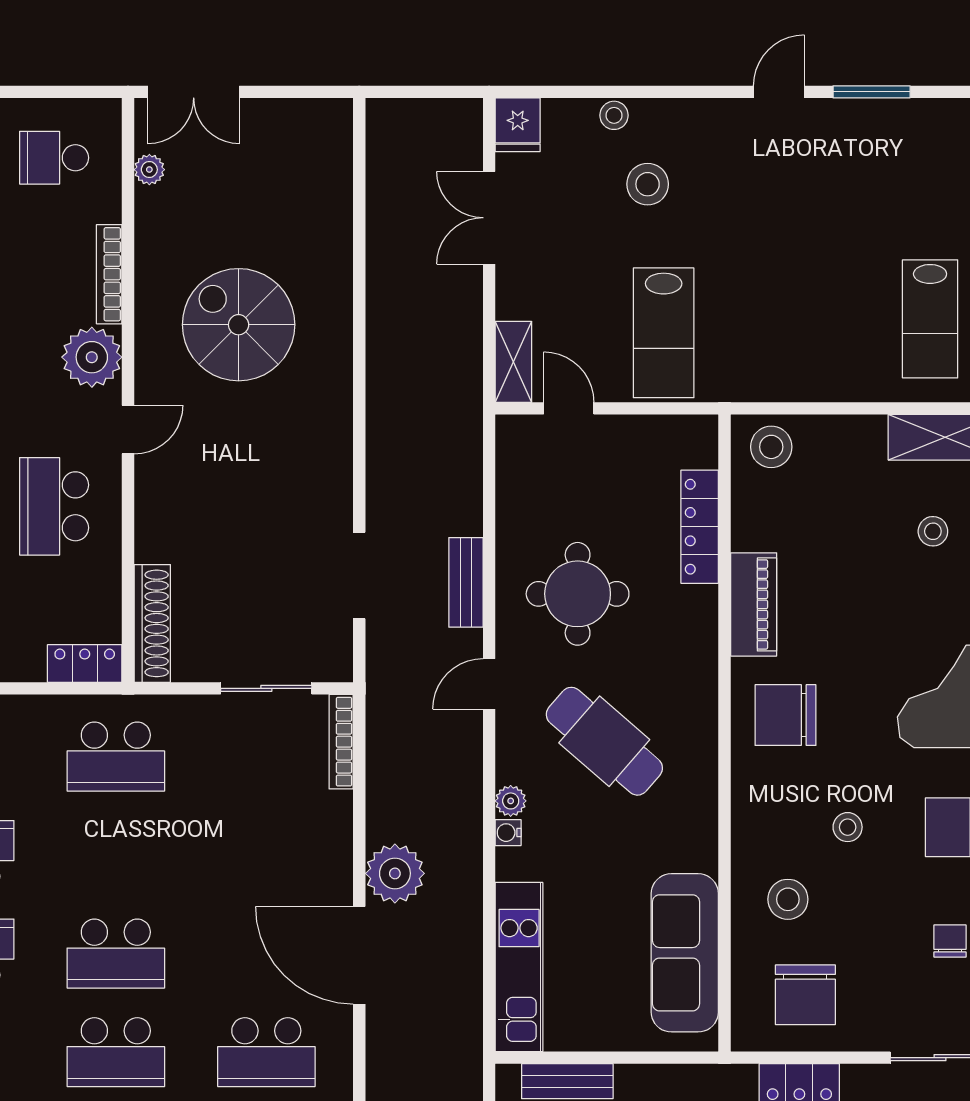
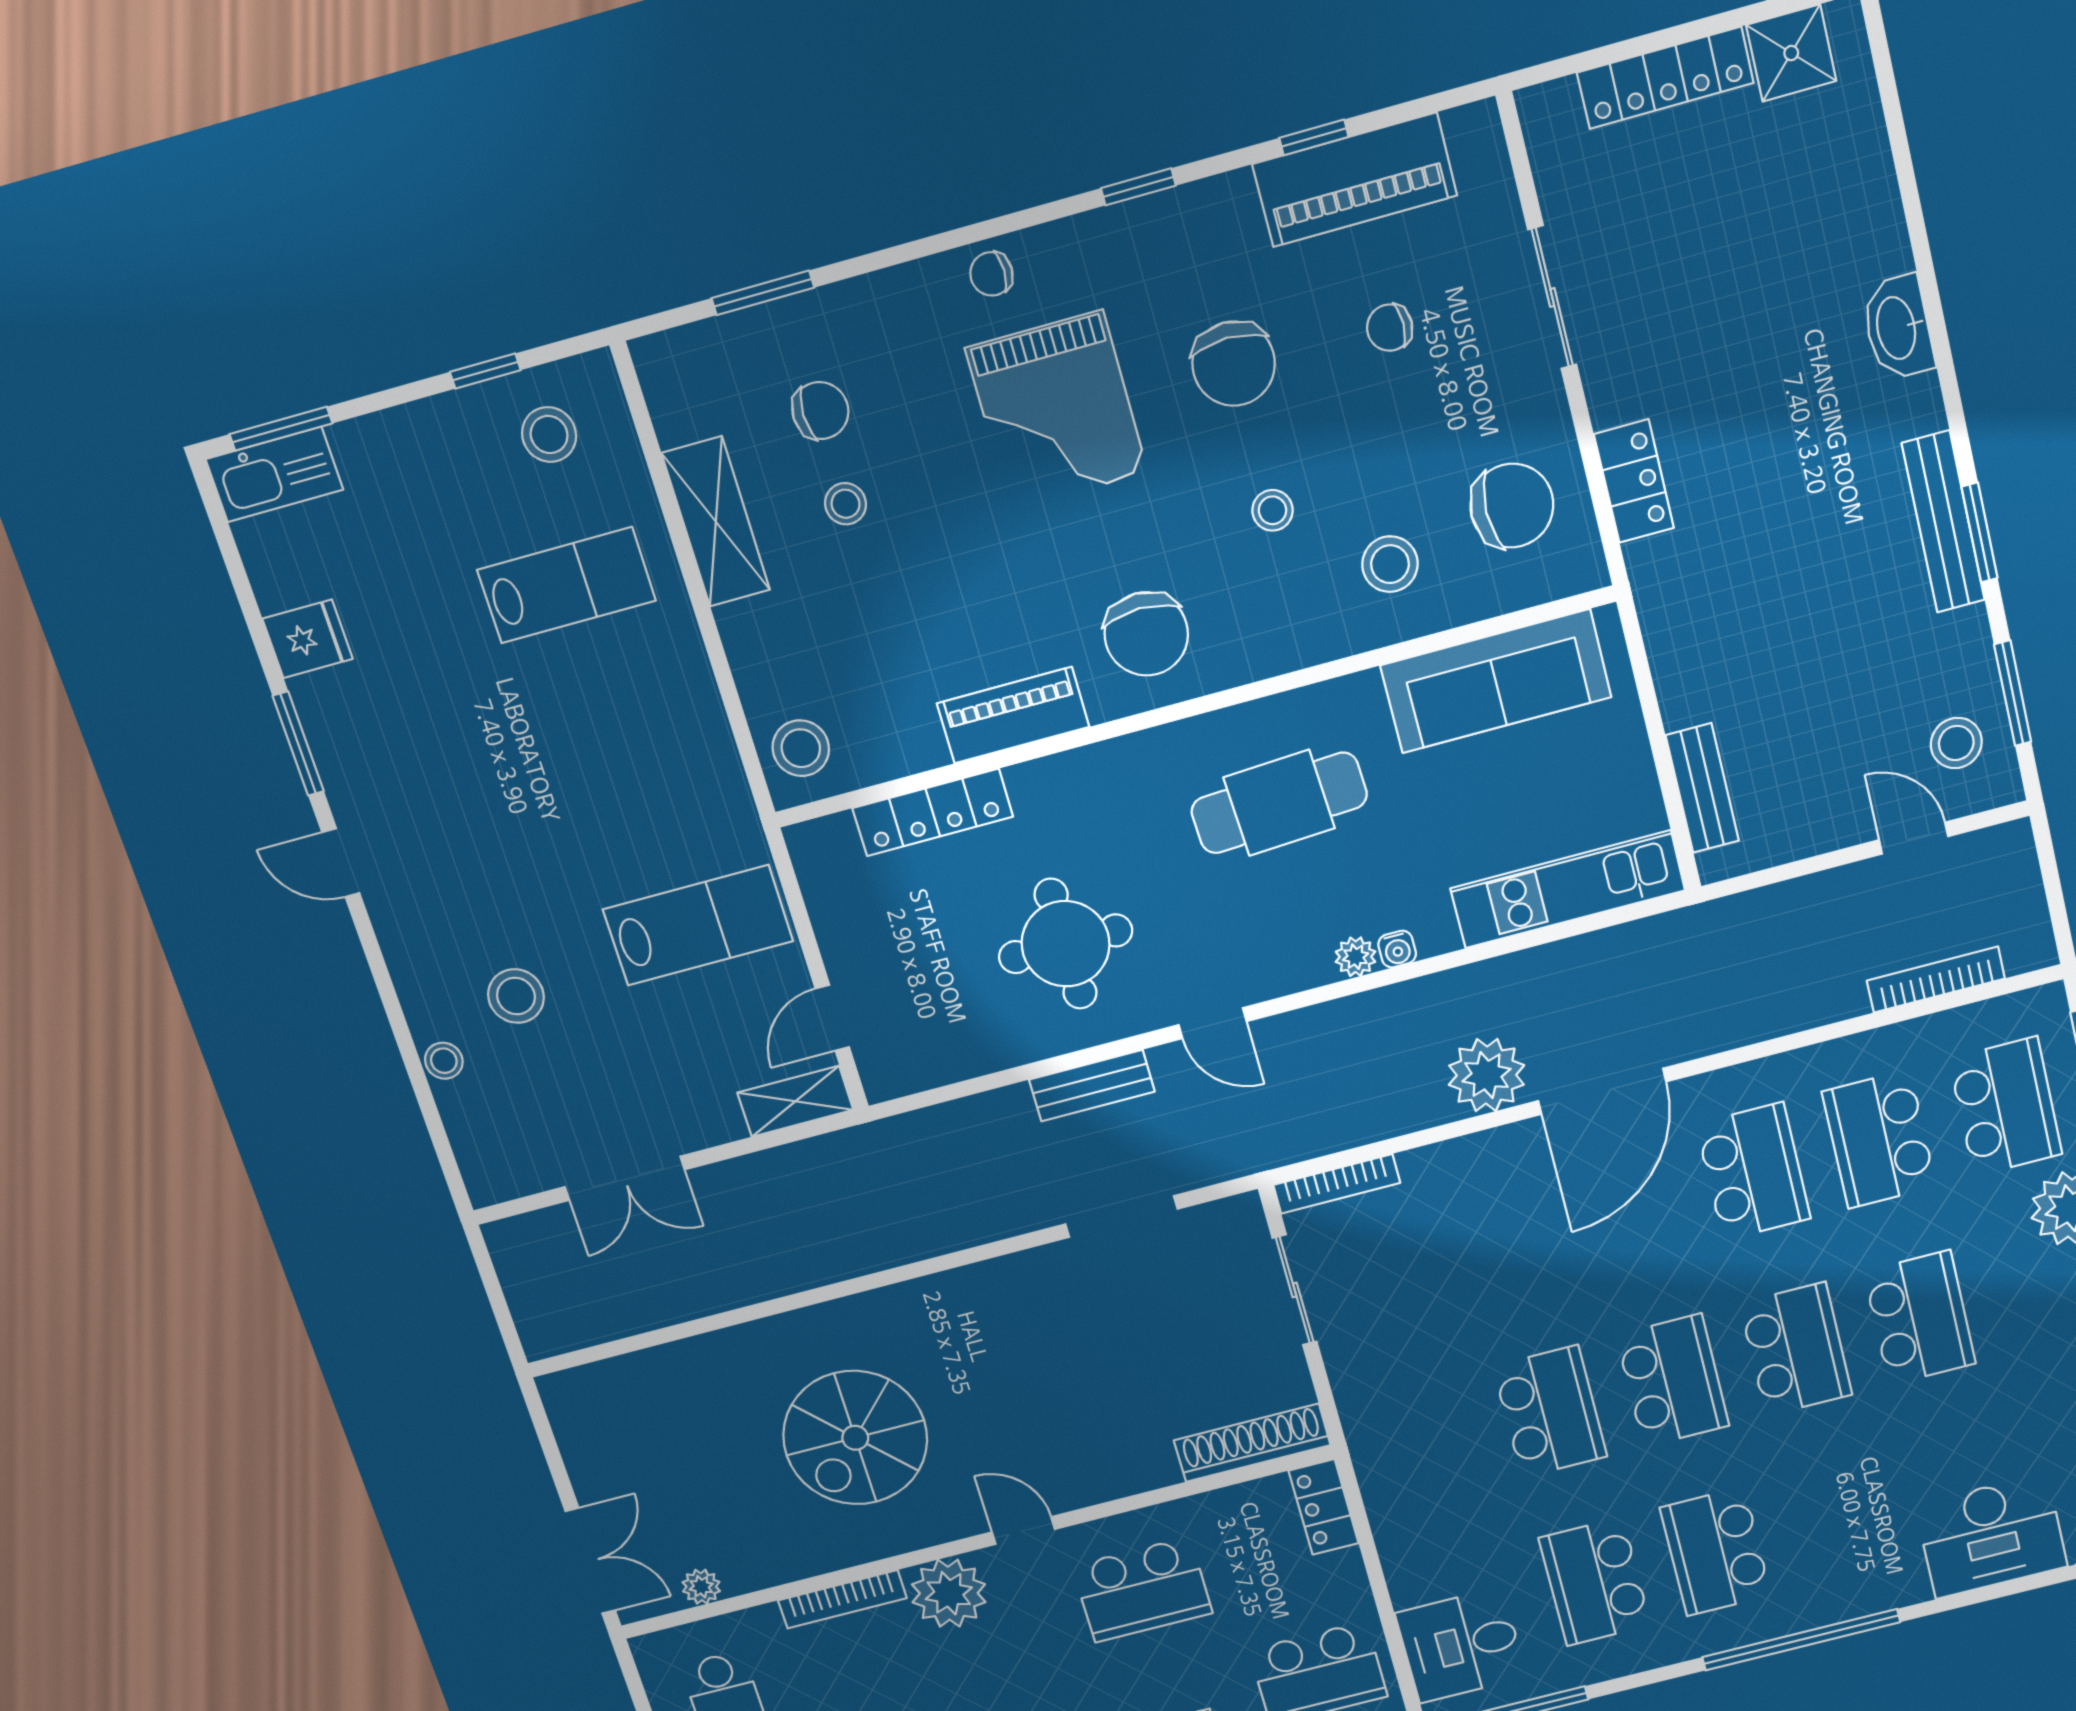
fridge: (518, 125) -> (308, 639), moved
cafe table: (604, 741) -> (1279, 803), moved, turned 46
school desk: (116, 757) -> (1550, 1412), moved

